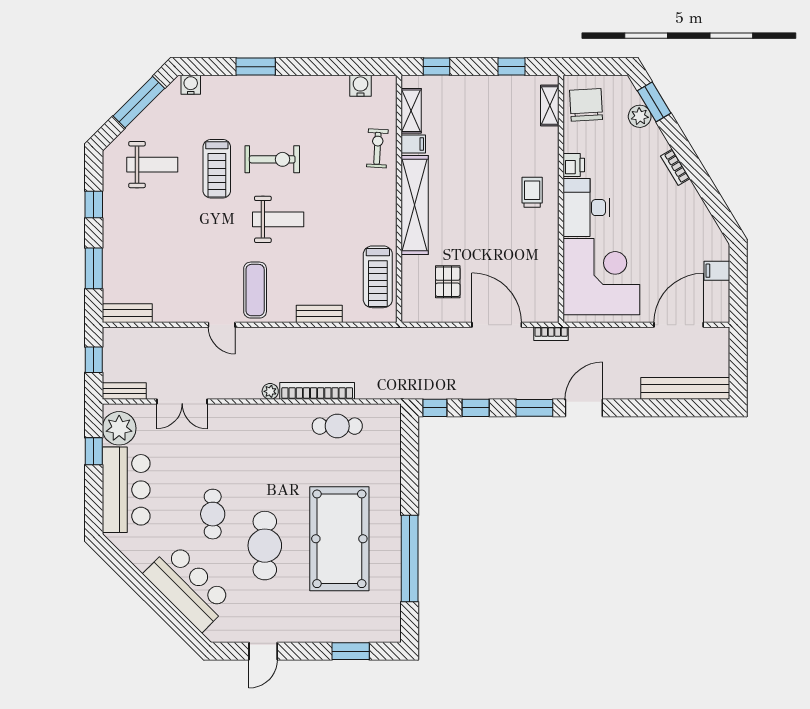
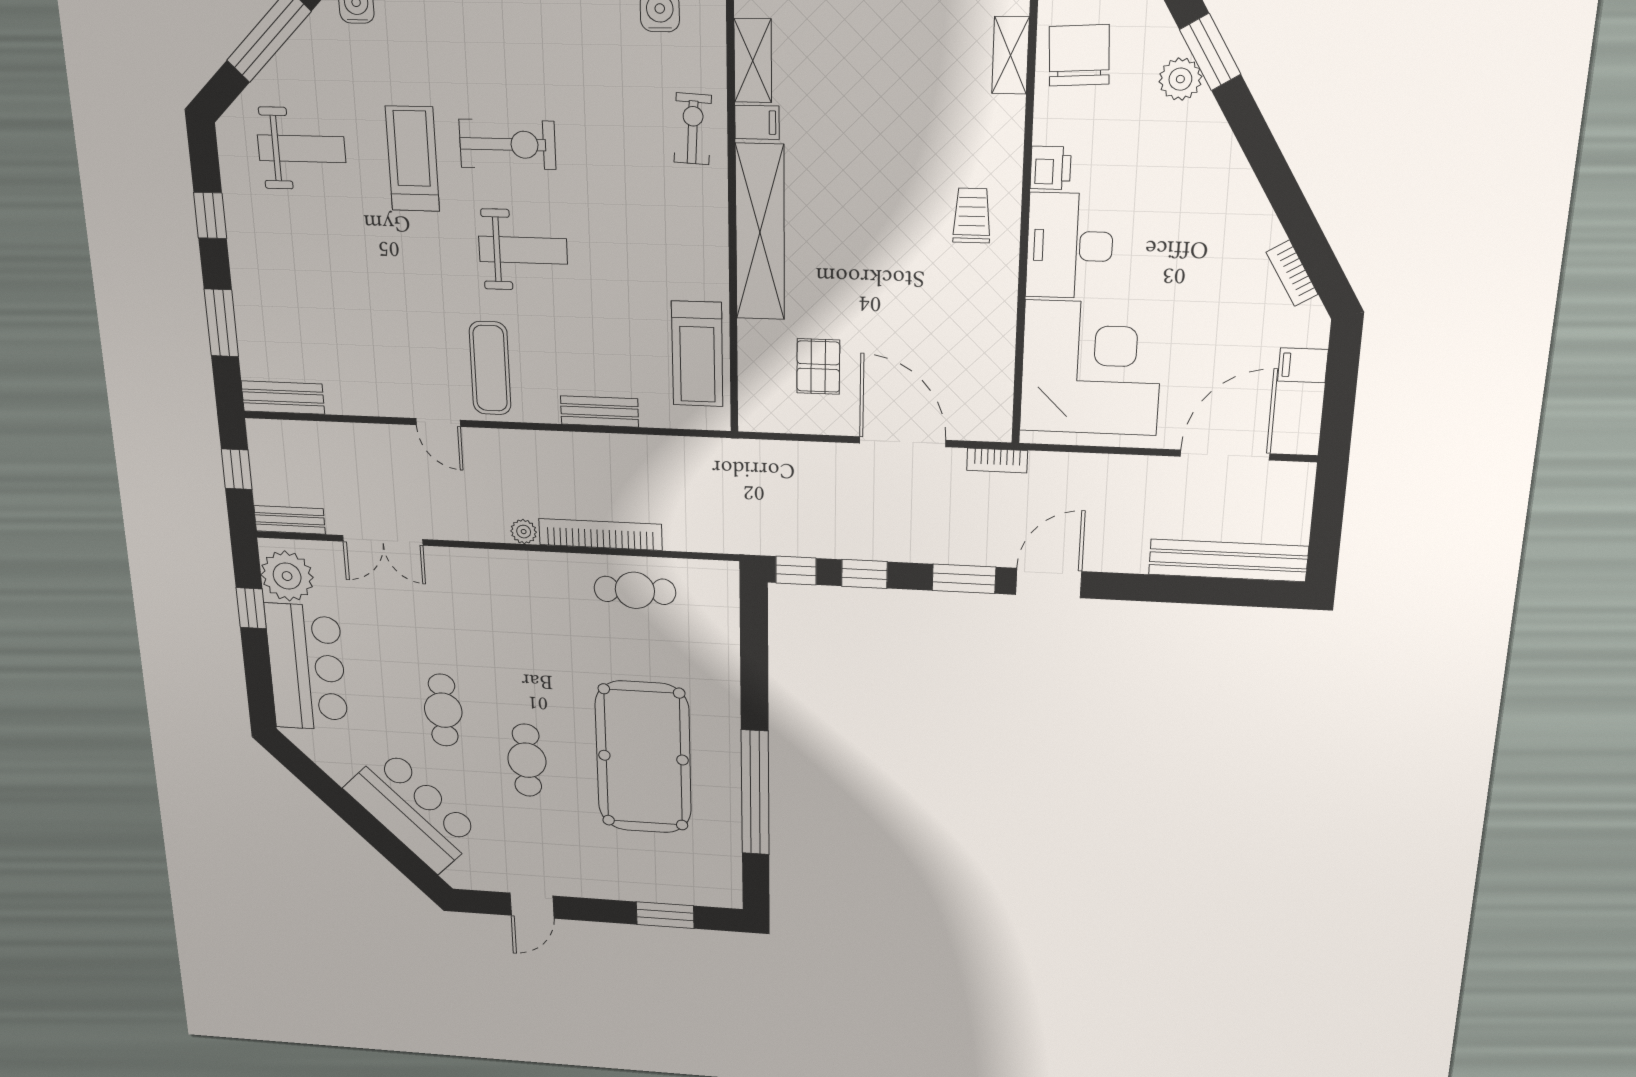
bookcase: (675, 167) -> (1292, 273), moved
treadmill: (217, 169) -> (412, 159), turned 180
cafe table: (265, 546) -> (527, 760), width x0.73, depth x0.74

